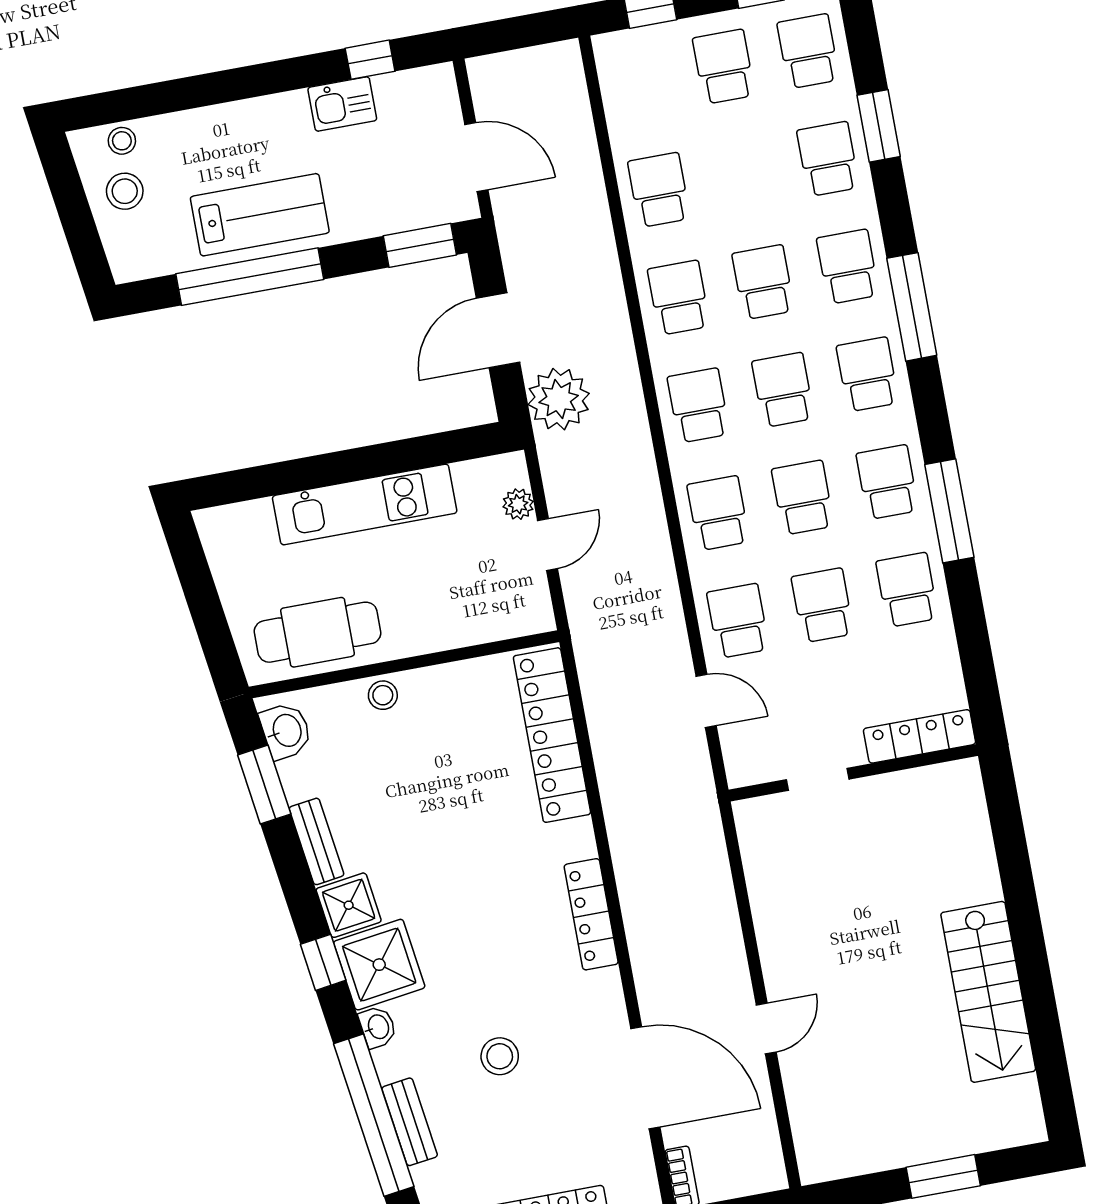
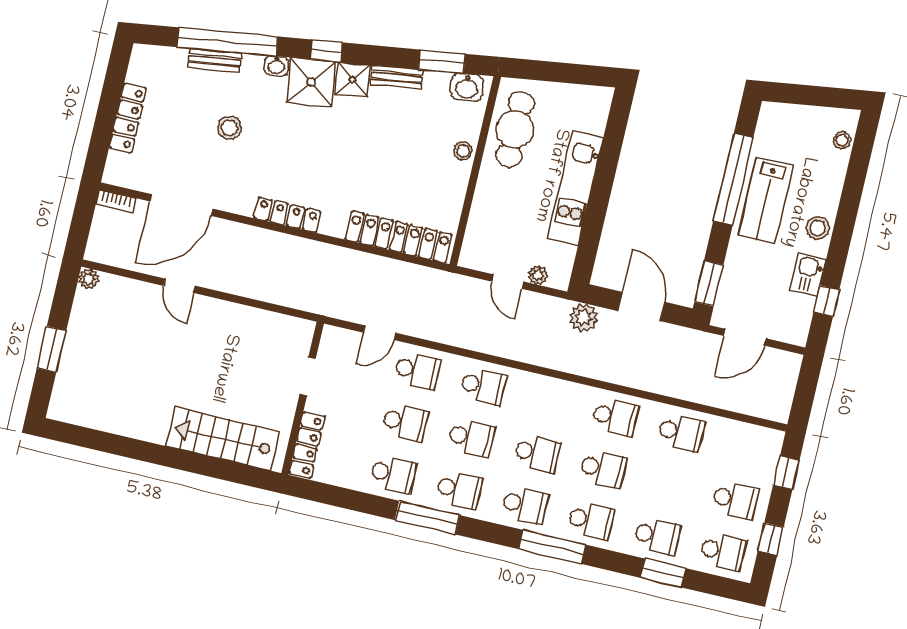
stool: (125, 191) -> (818, 228), moved
plant: (559, 399) -> (584, 318), width x0.73, depth x0.73
school desk: (698, 405) -> (549, 402), removed
stairs: (988, 992) -> (223, 439), moved
plant: (814, 1167) -> (89, 279), added

